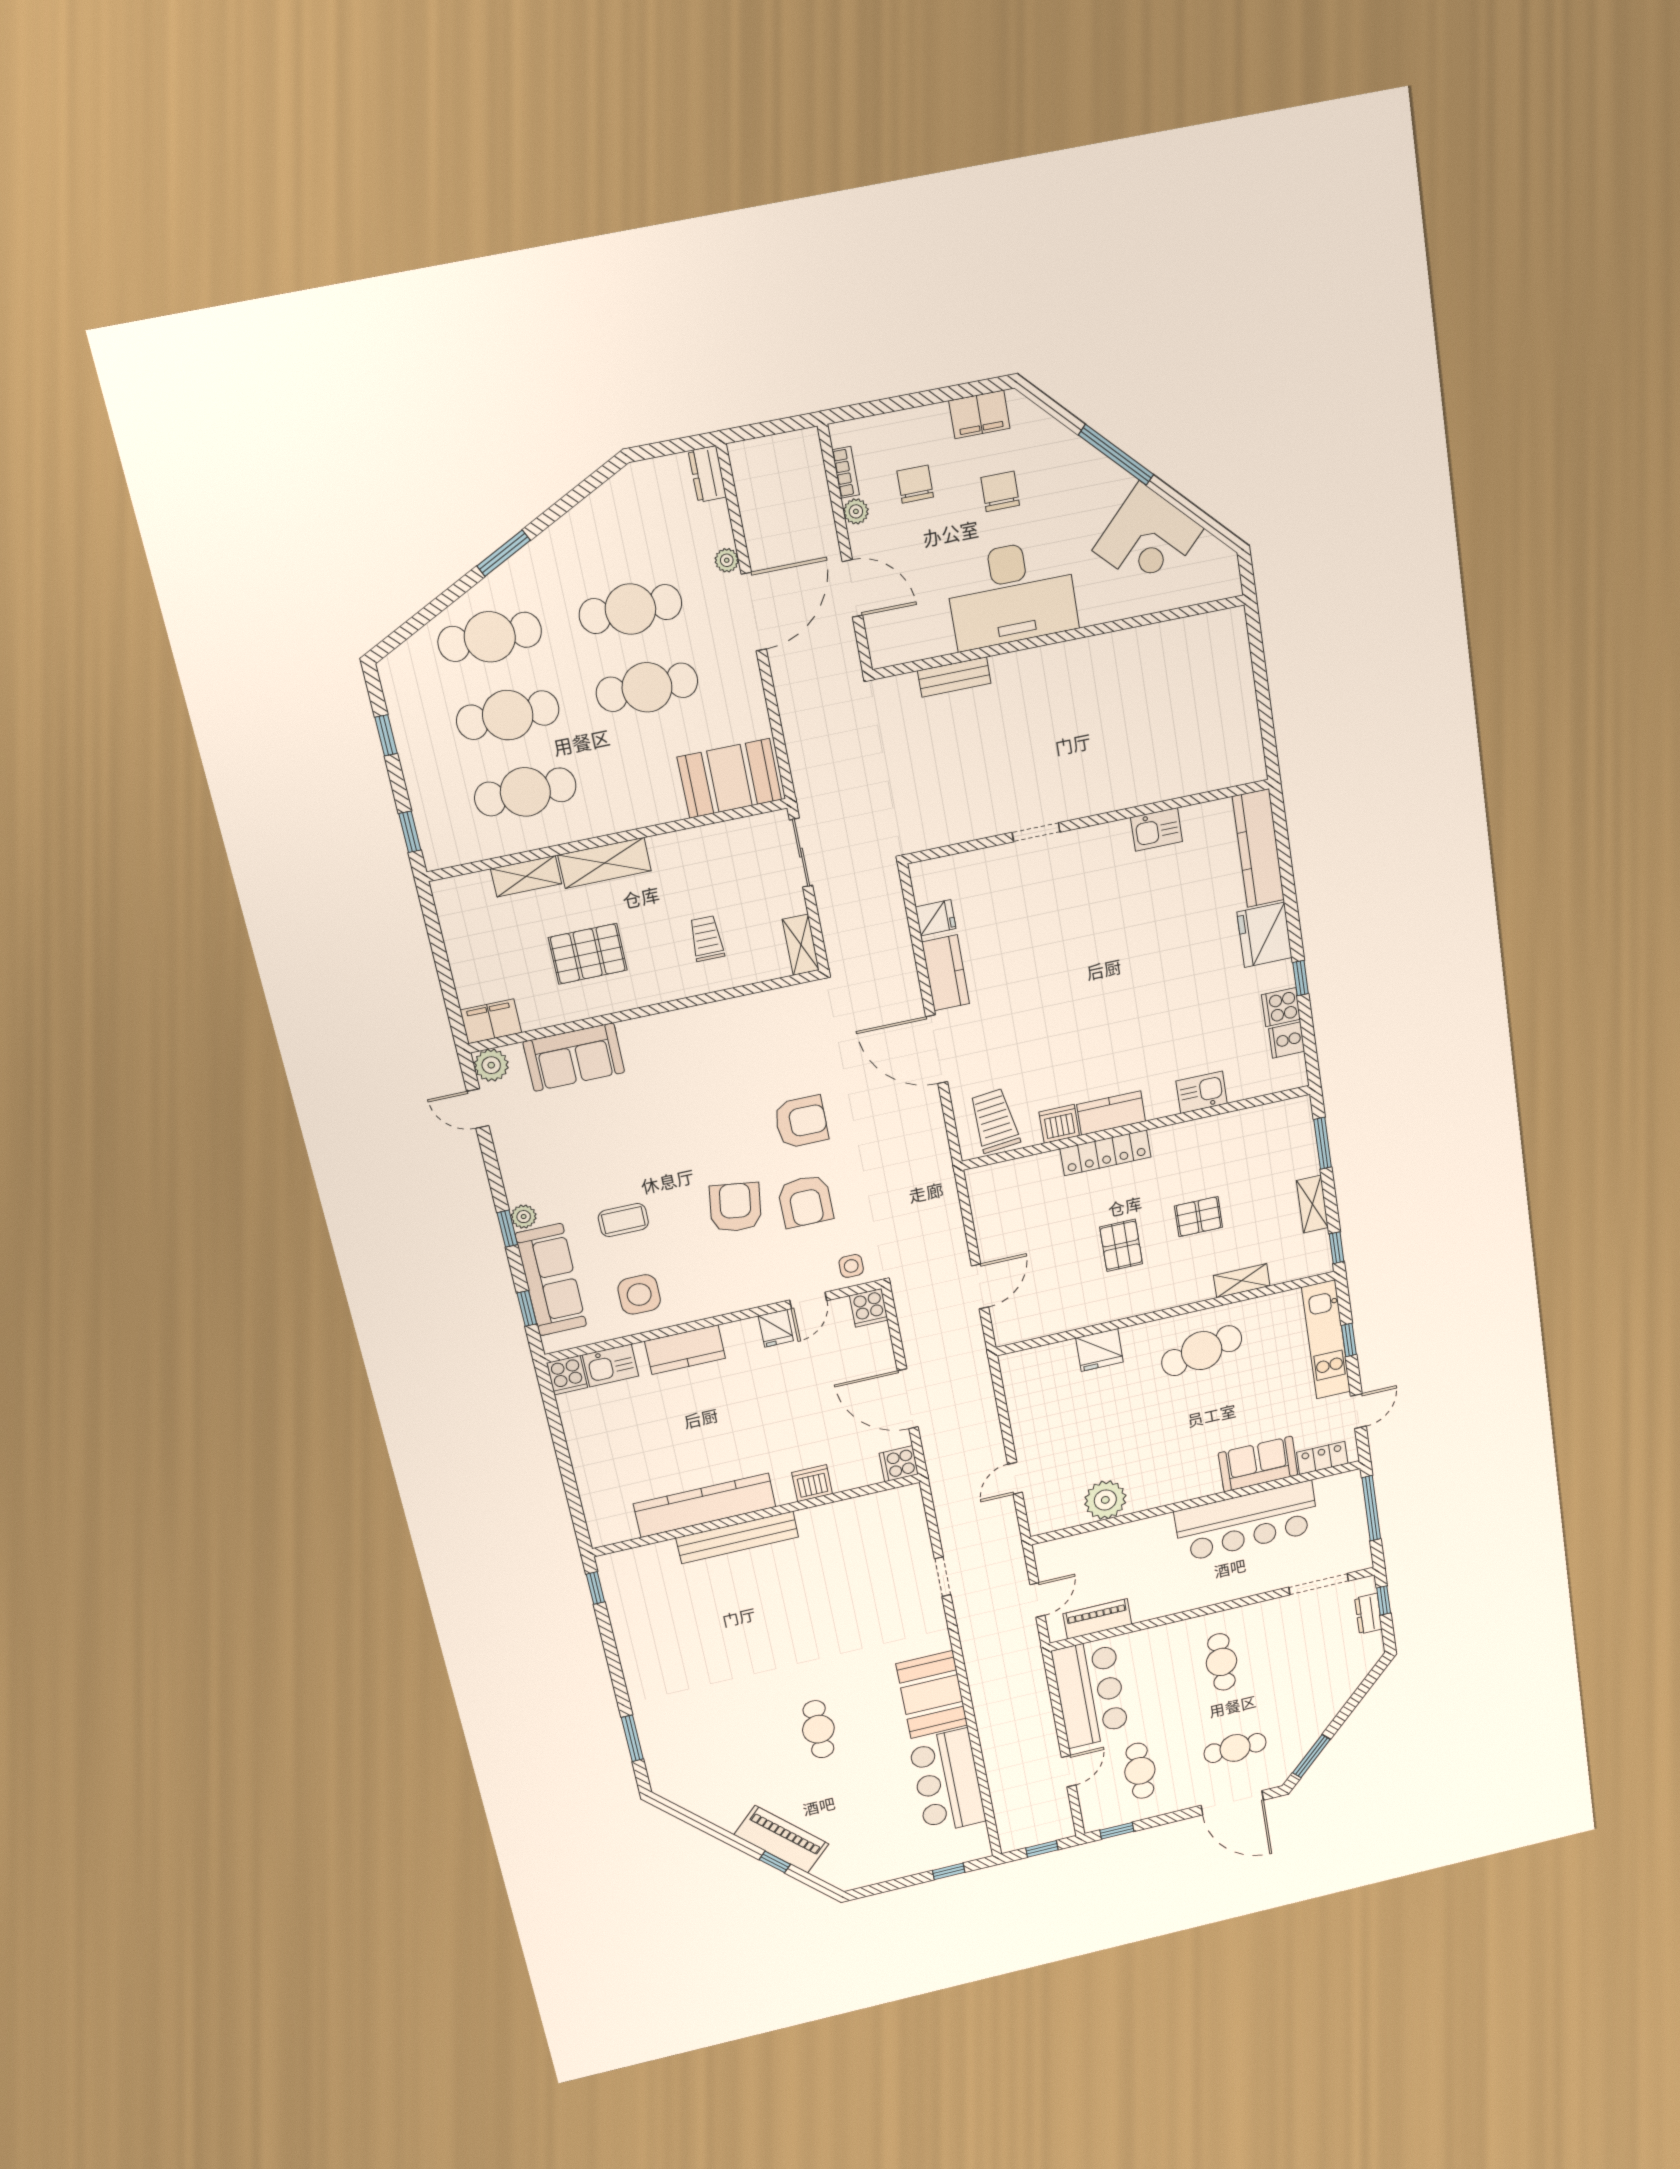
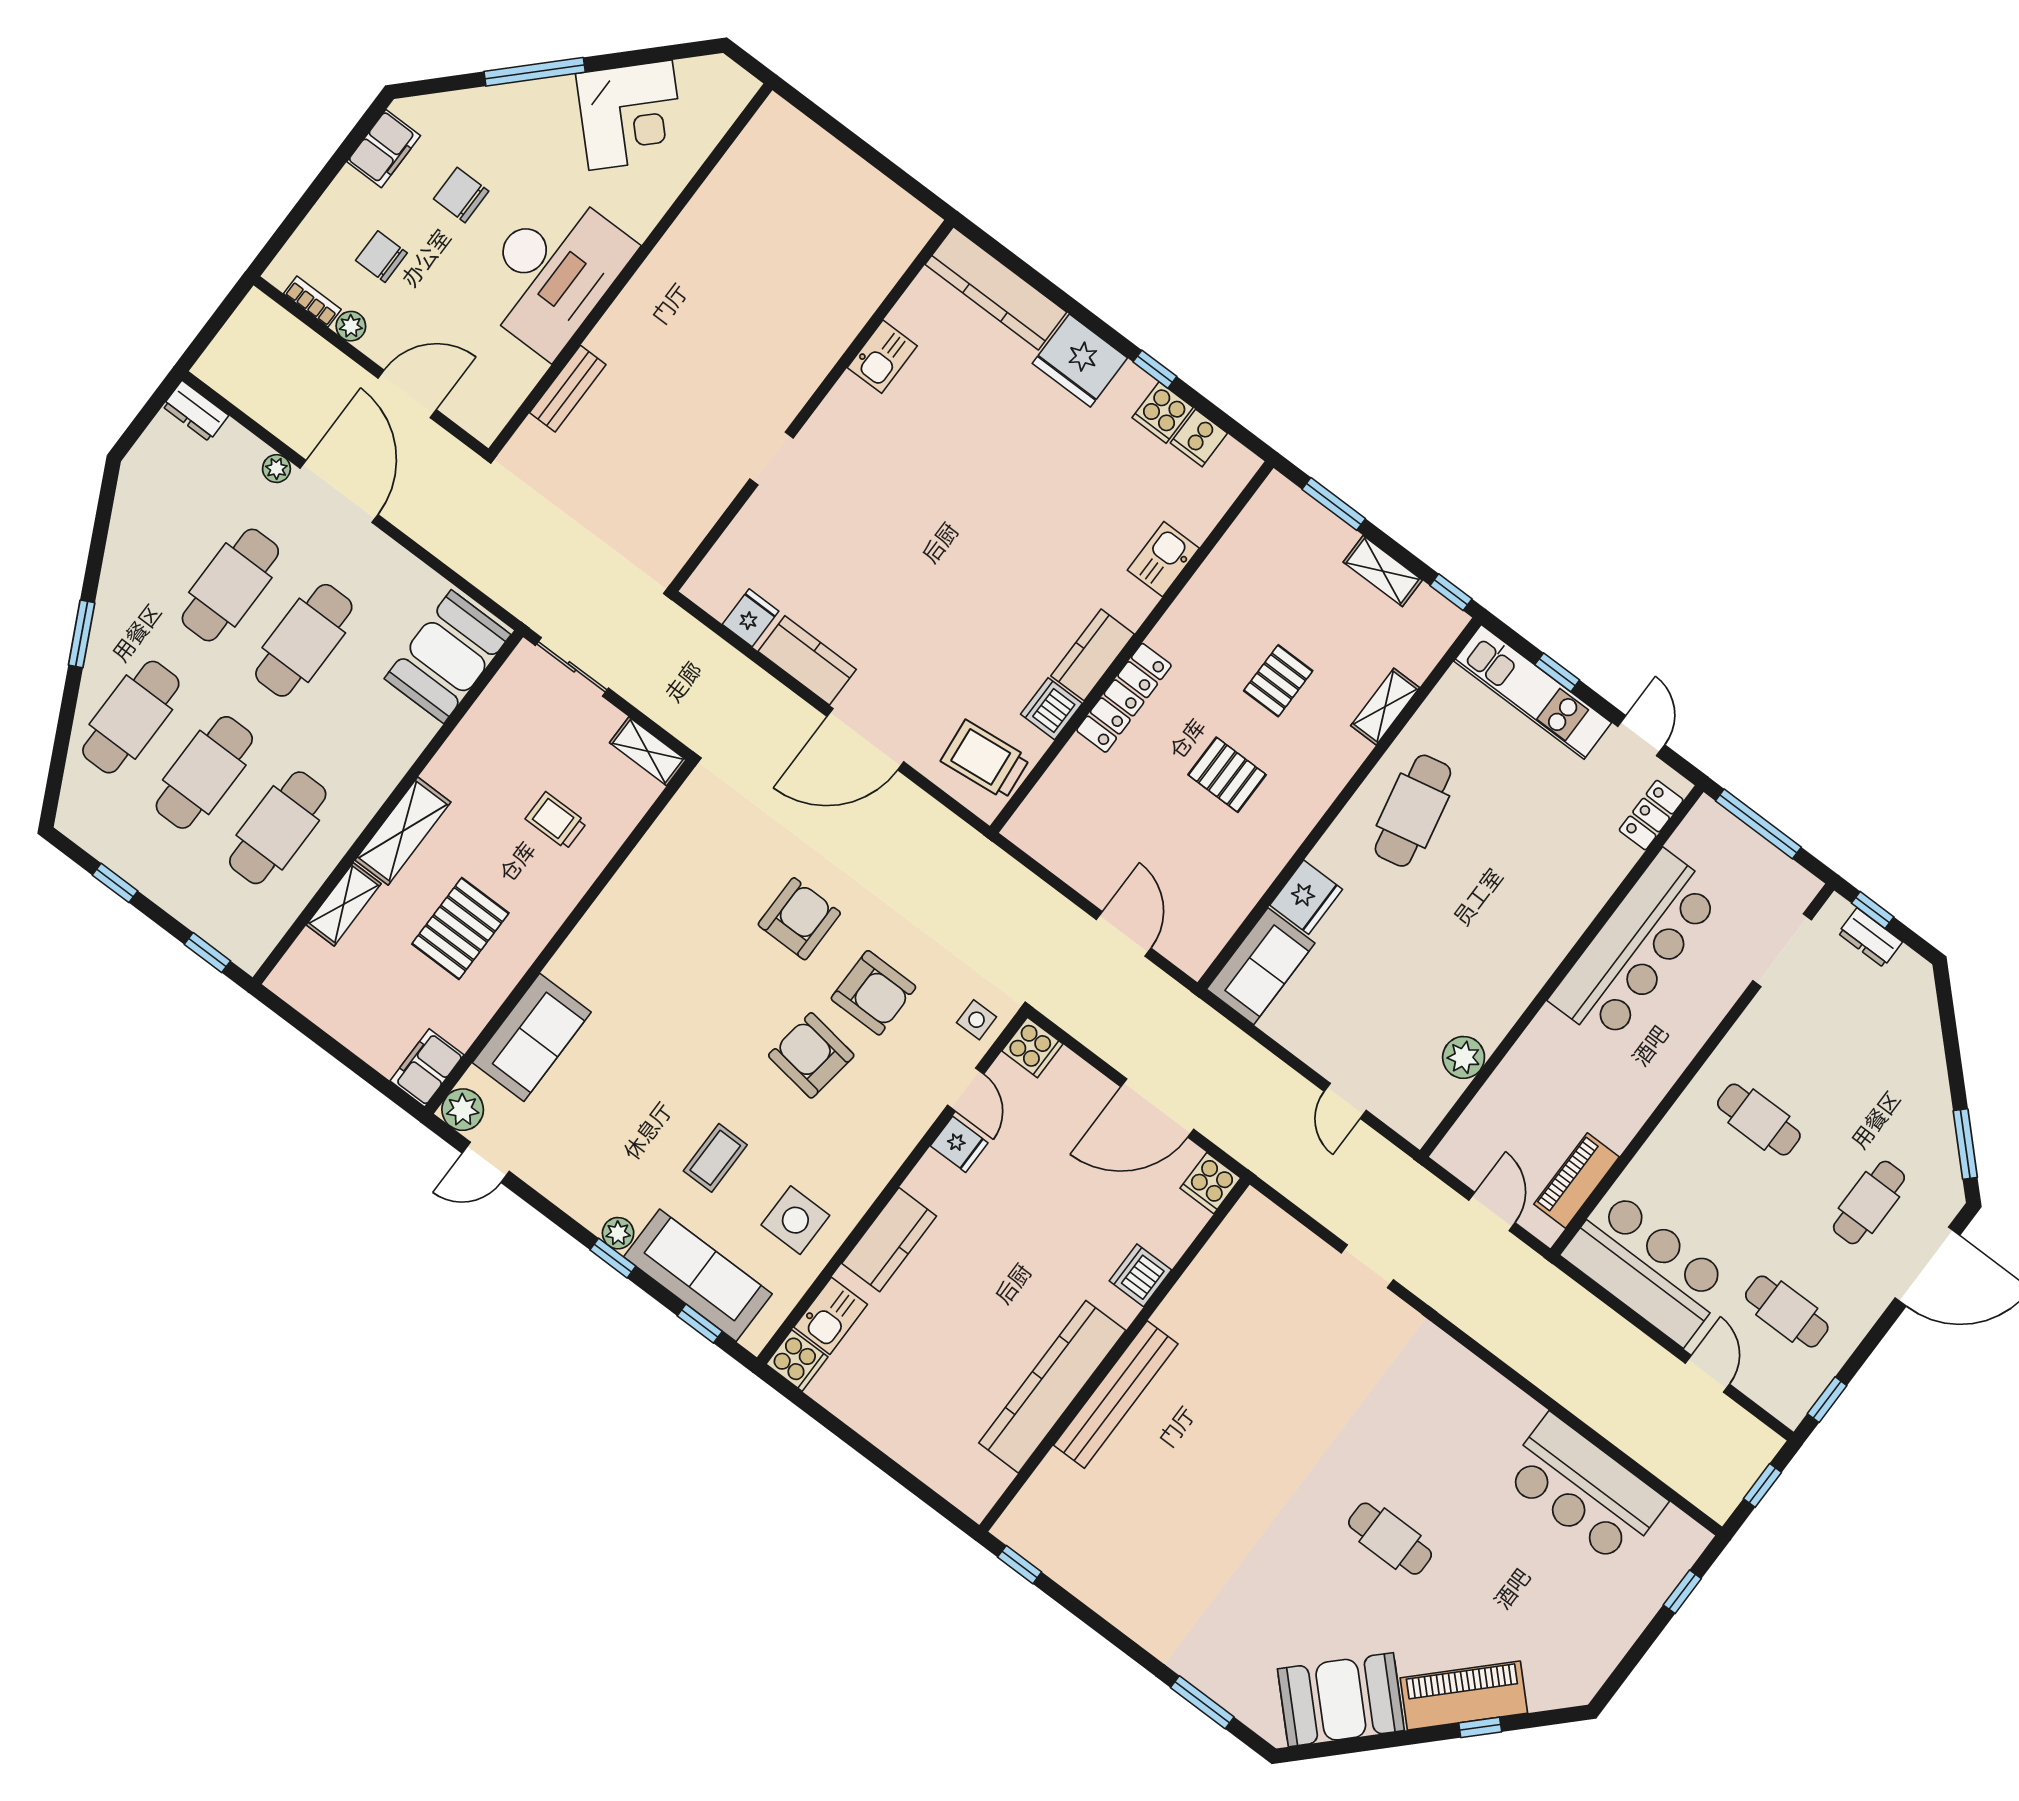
sofa: (1258, 1464) -> (1261, 966), moved, turned 180
plant: (1105, 1500) -> (1464, 1057), width x0.73, depth x0.73
booth: (932, 1695) -> (1341, 1700), moved, turned -45

